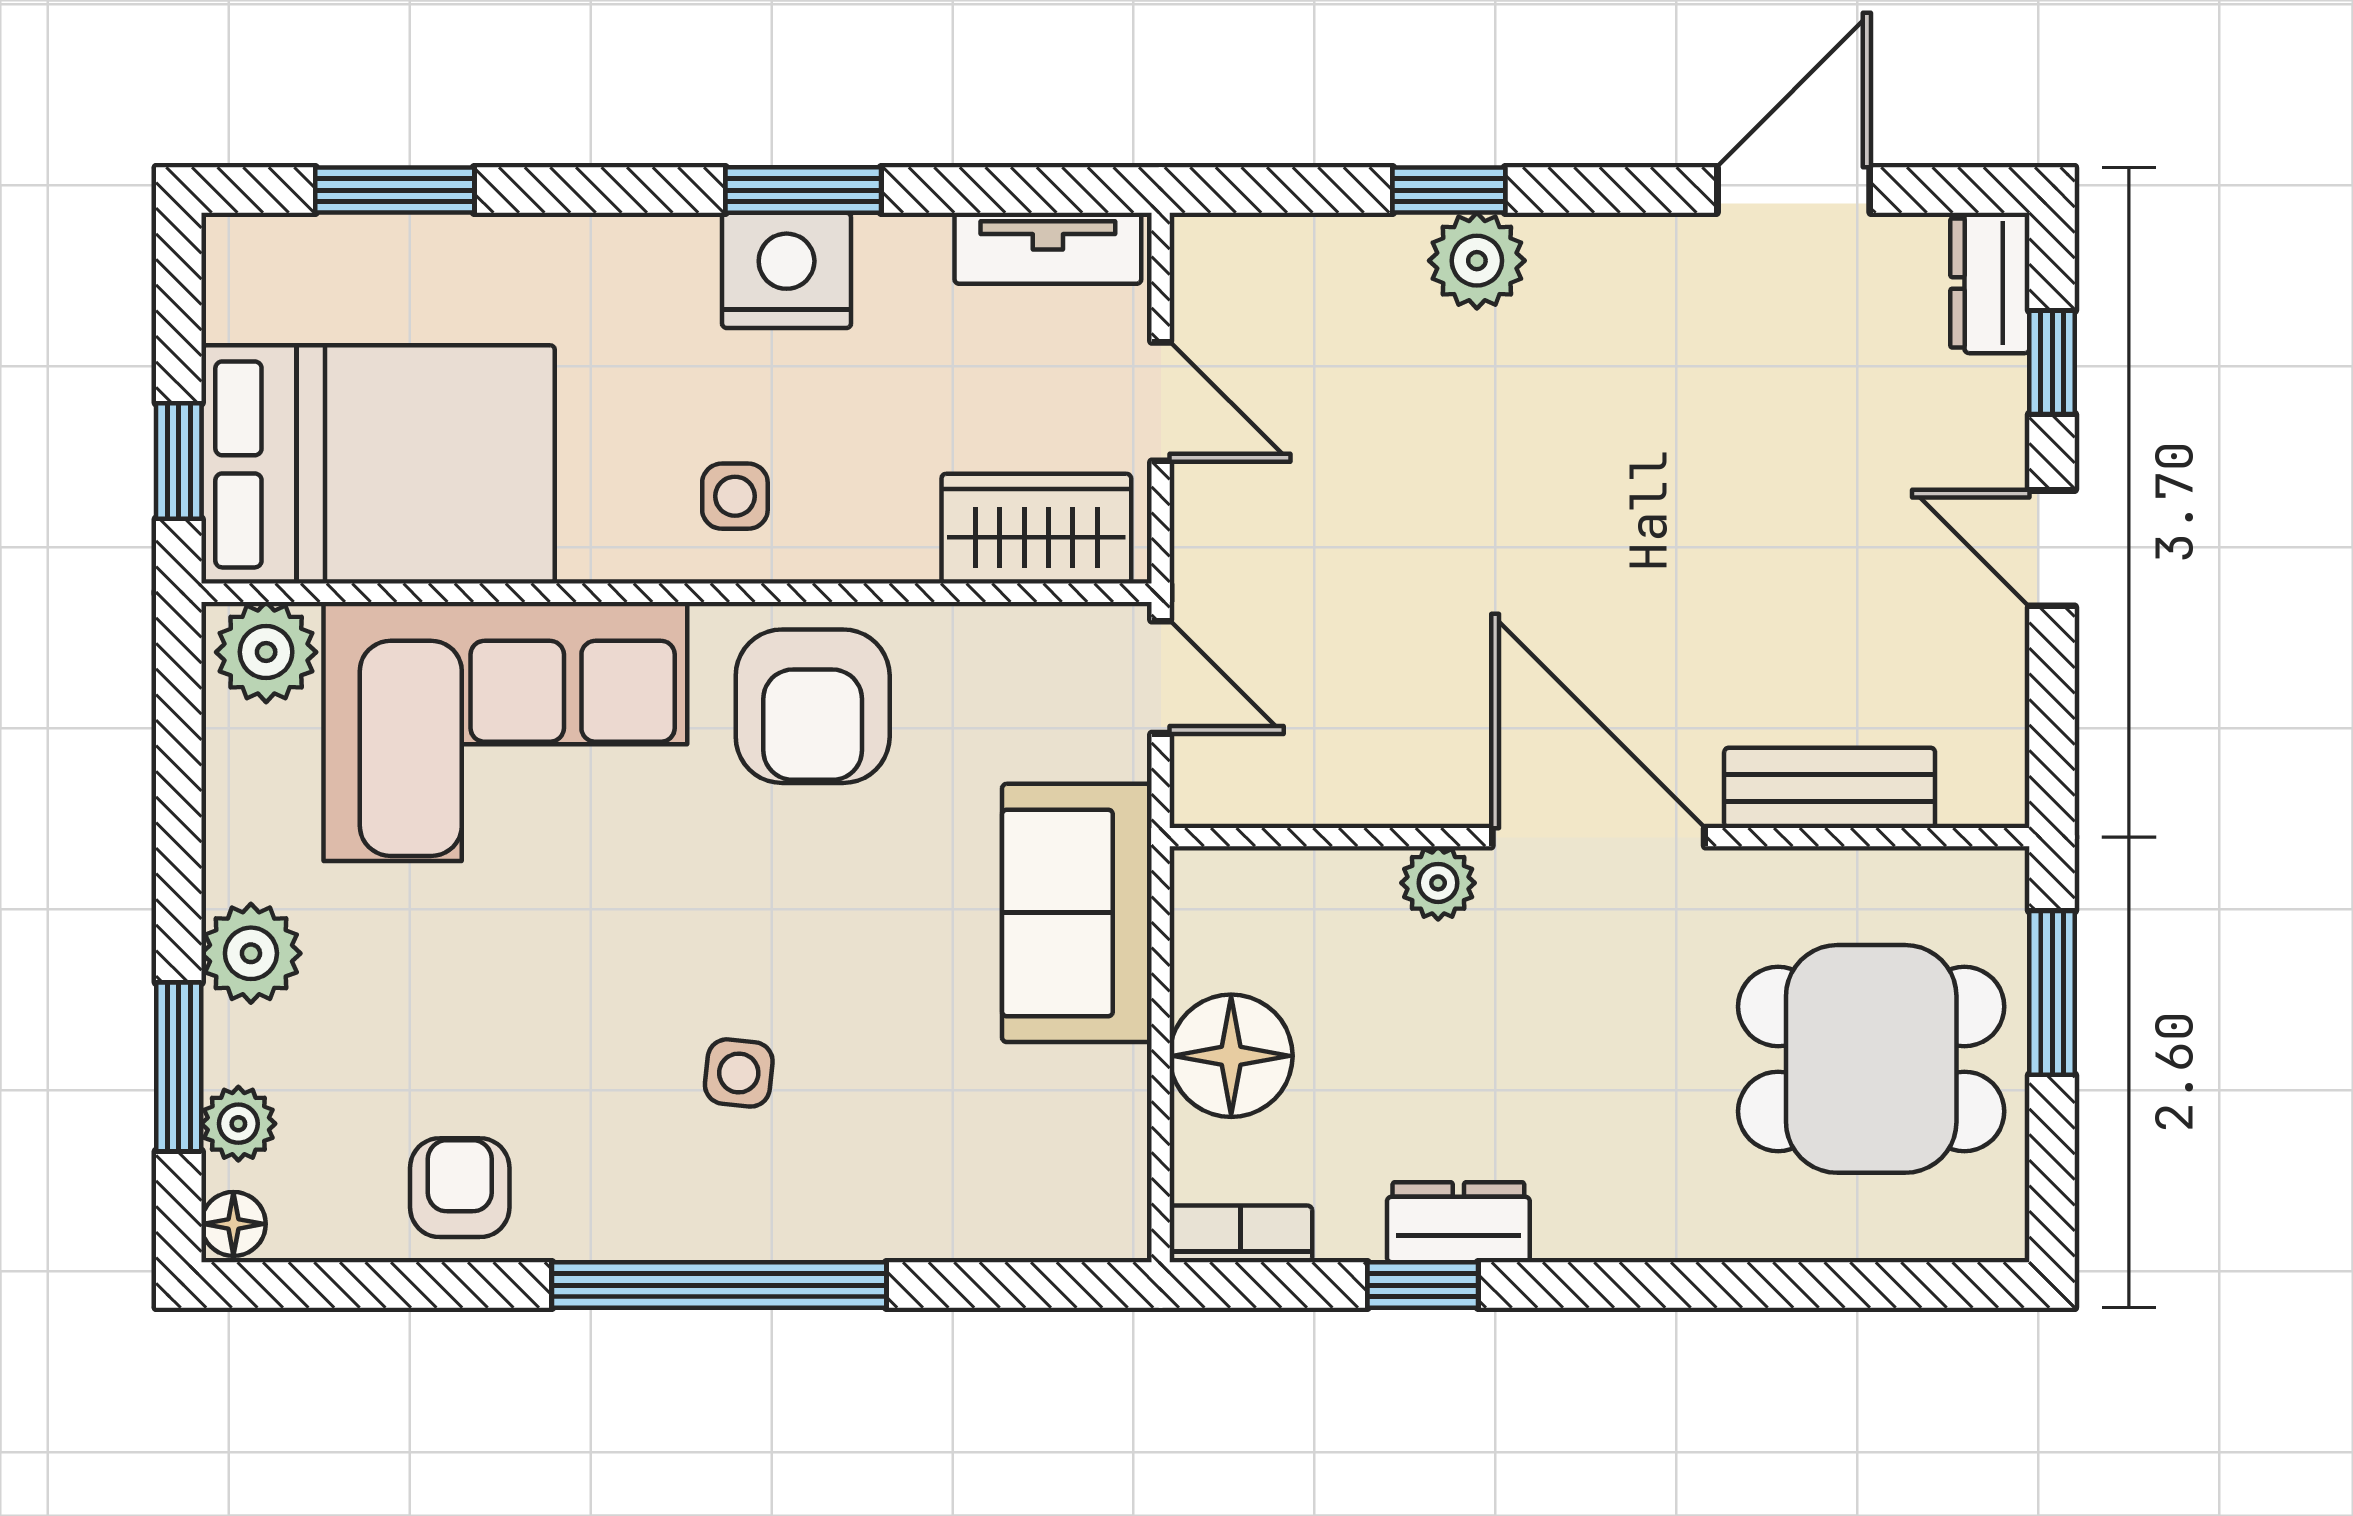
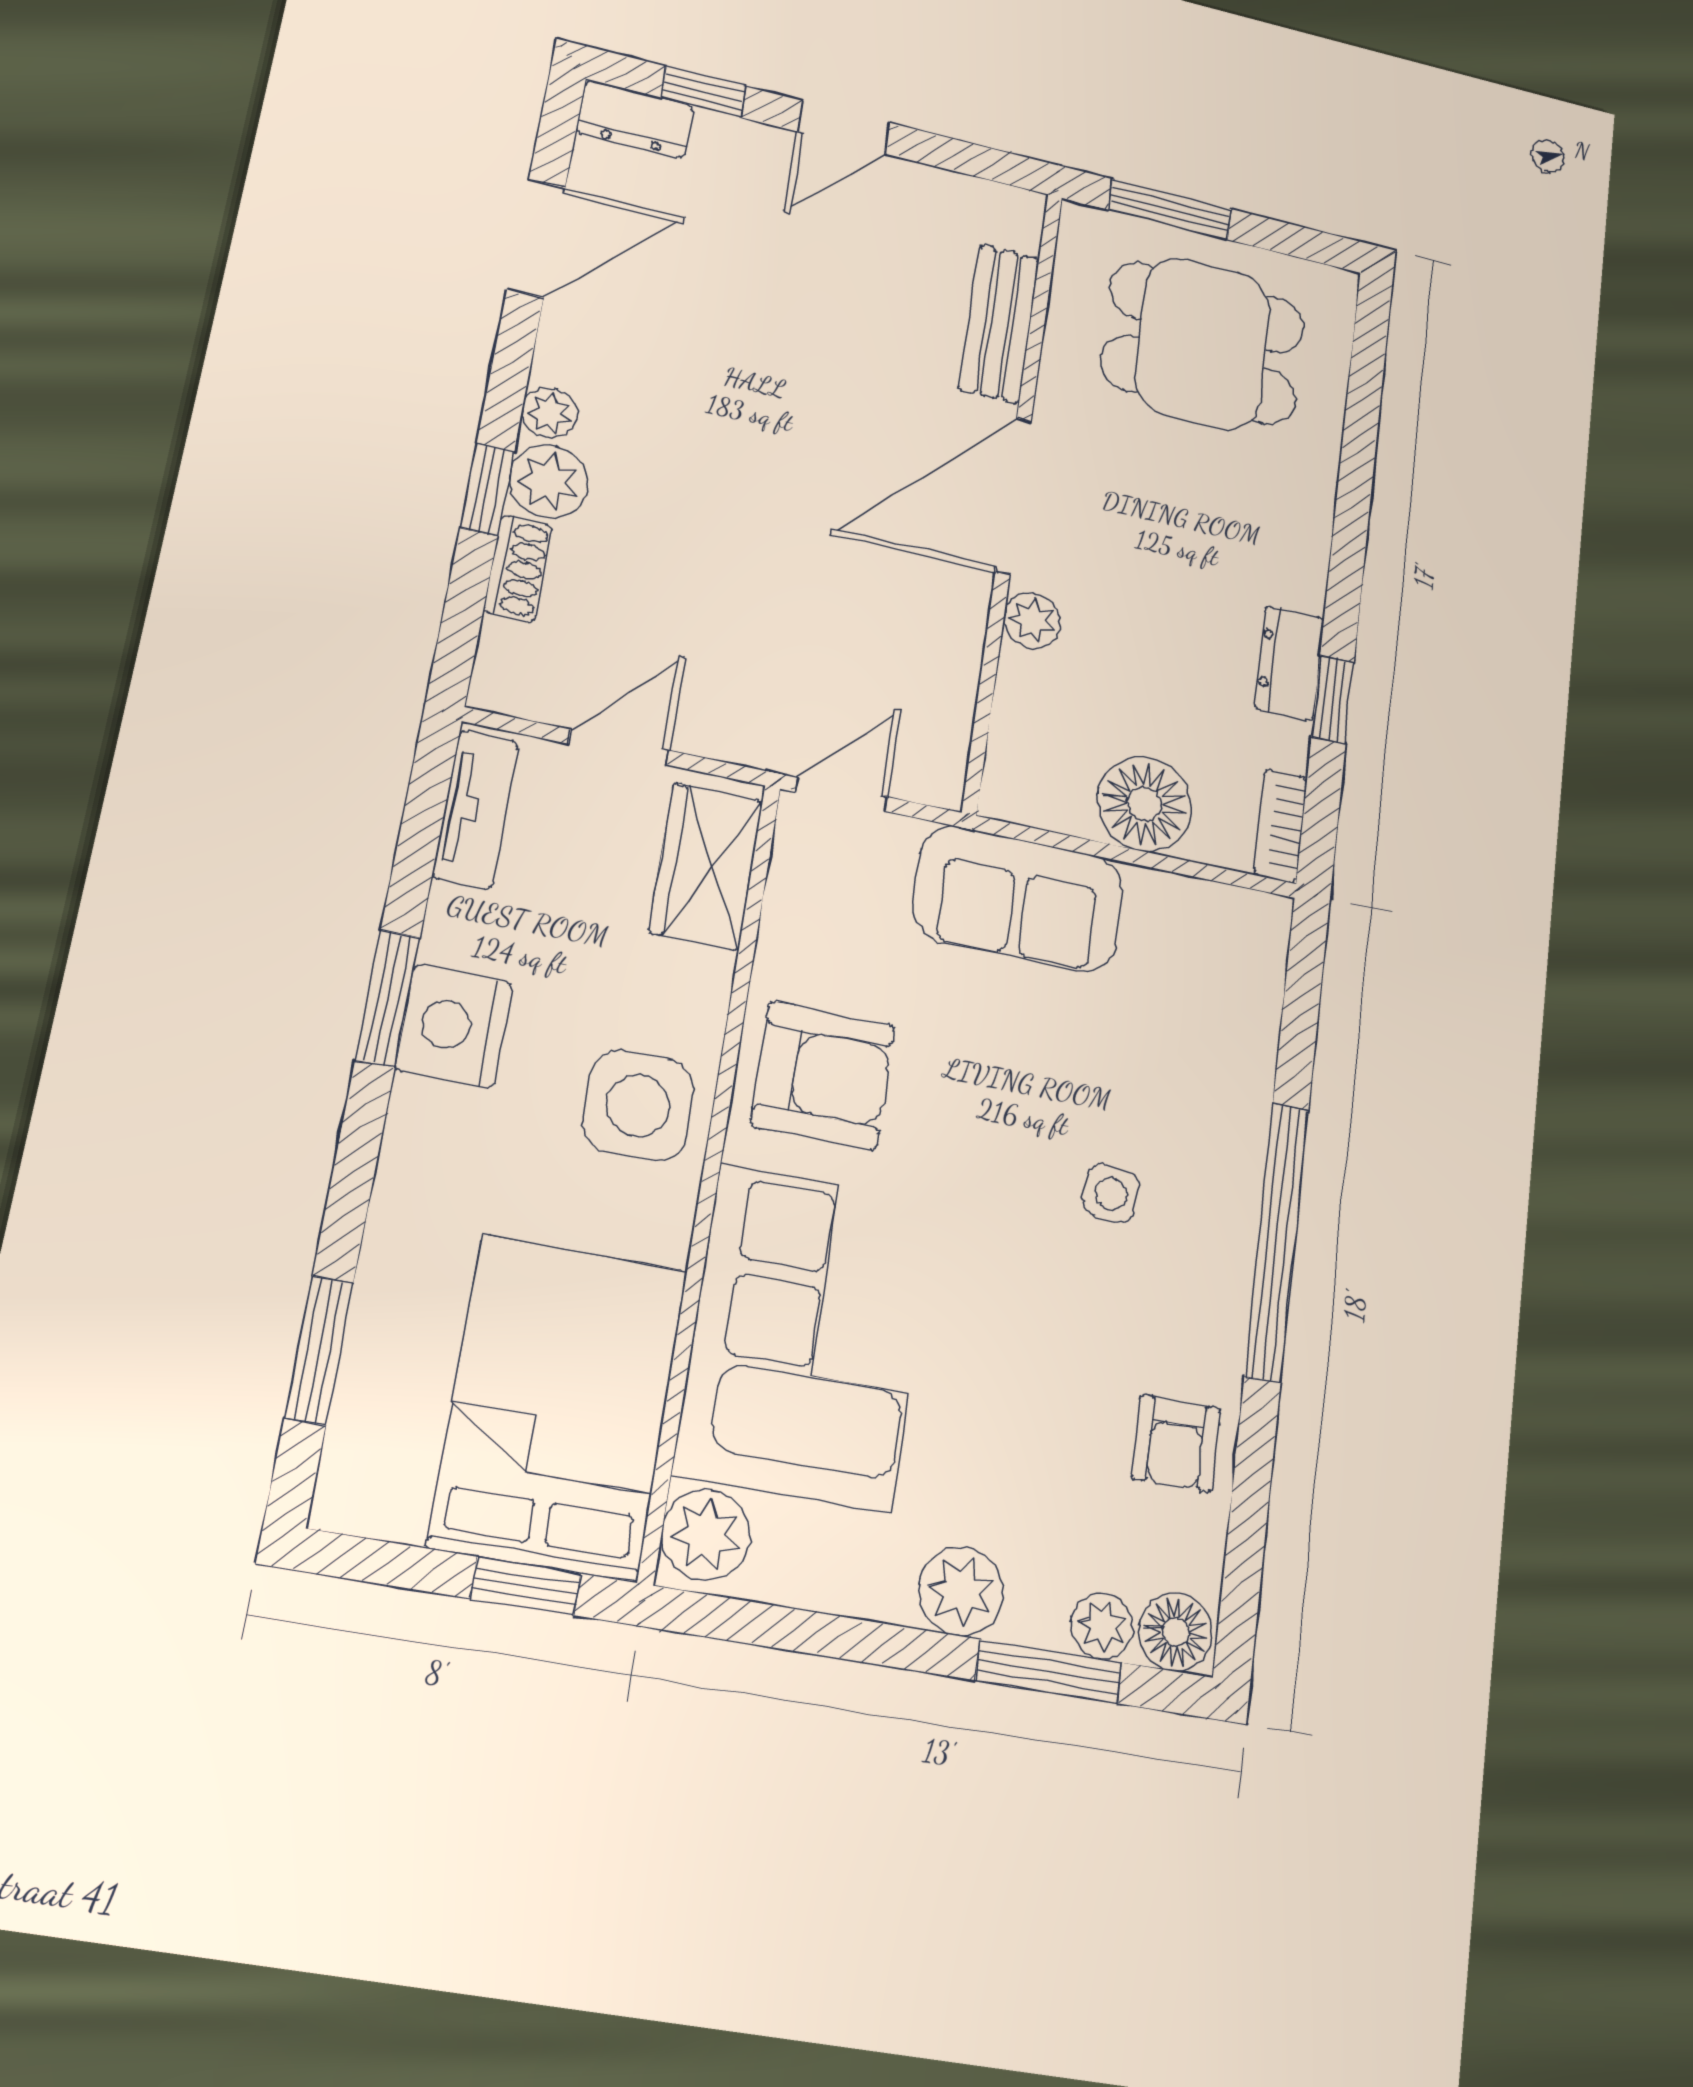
door: (1794, 190) -> (536, 238), swing flipped
shoe rack: (1357, 244) -> (518, 569), added
plant: (1566, 246) -> (549, 413), added
side table: (735, 496) -> (638, 1106), width x1.87, depth x1.87
dining table: (1871, 1059) -> (1203, 344), turned 90
armchair: (460, 1188) -> (1176, 1443), turned -90
floor lamp: (233, 1224) -> (1176, 1632), width x1.37, depth x1.37

